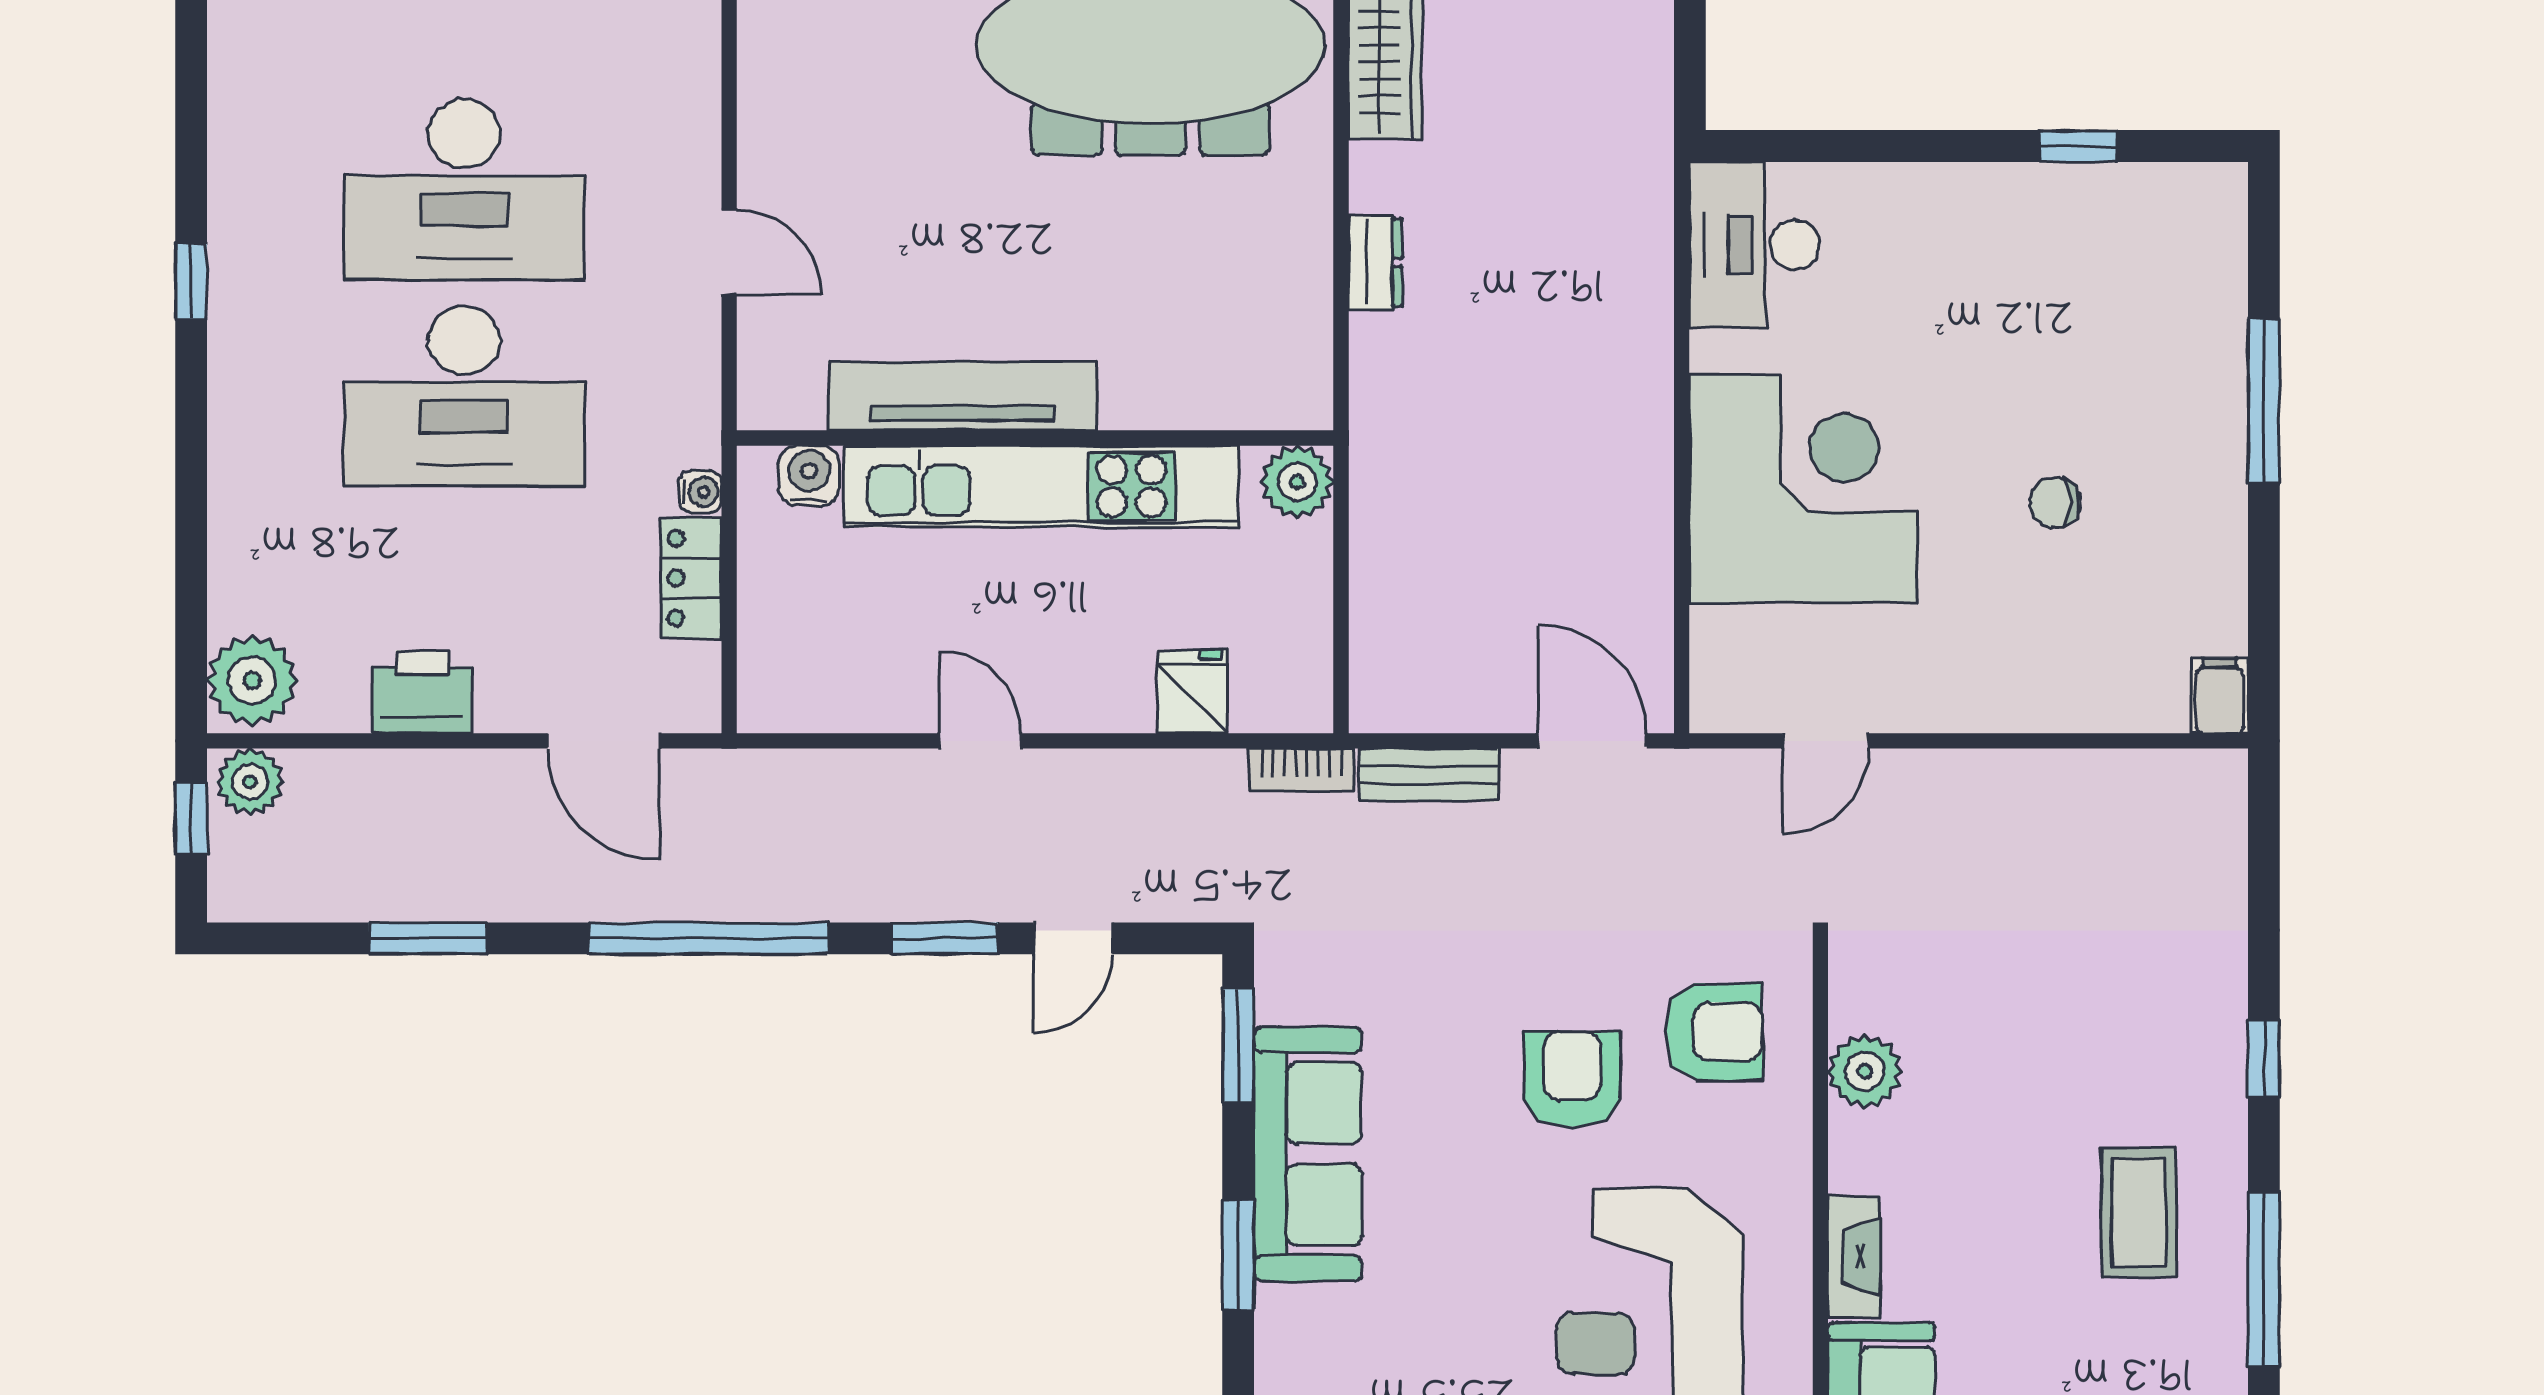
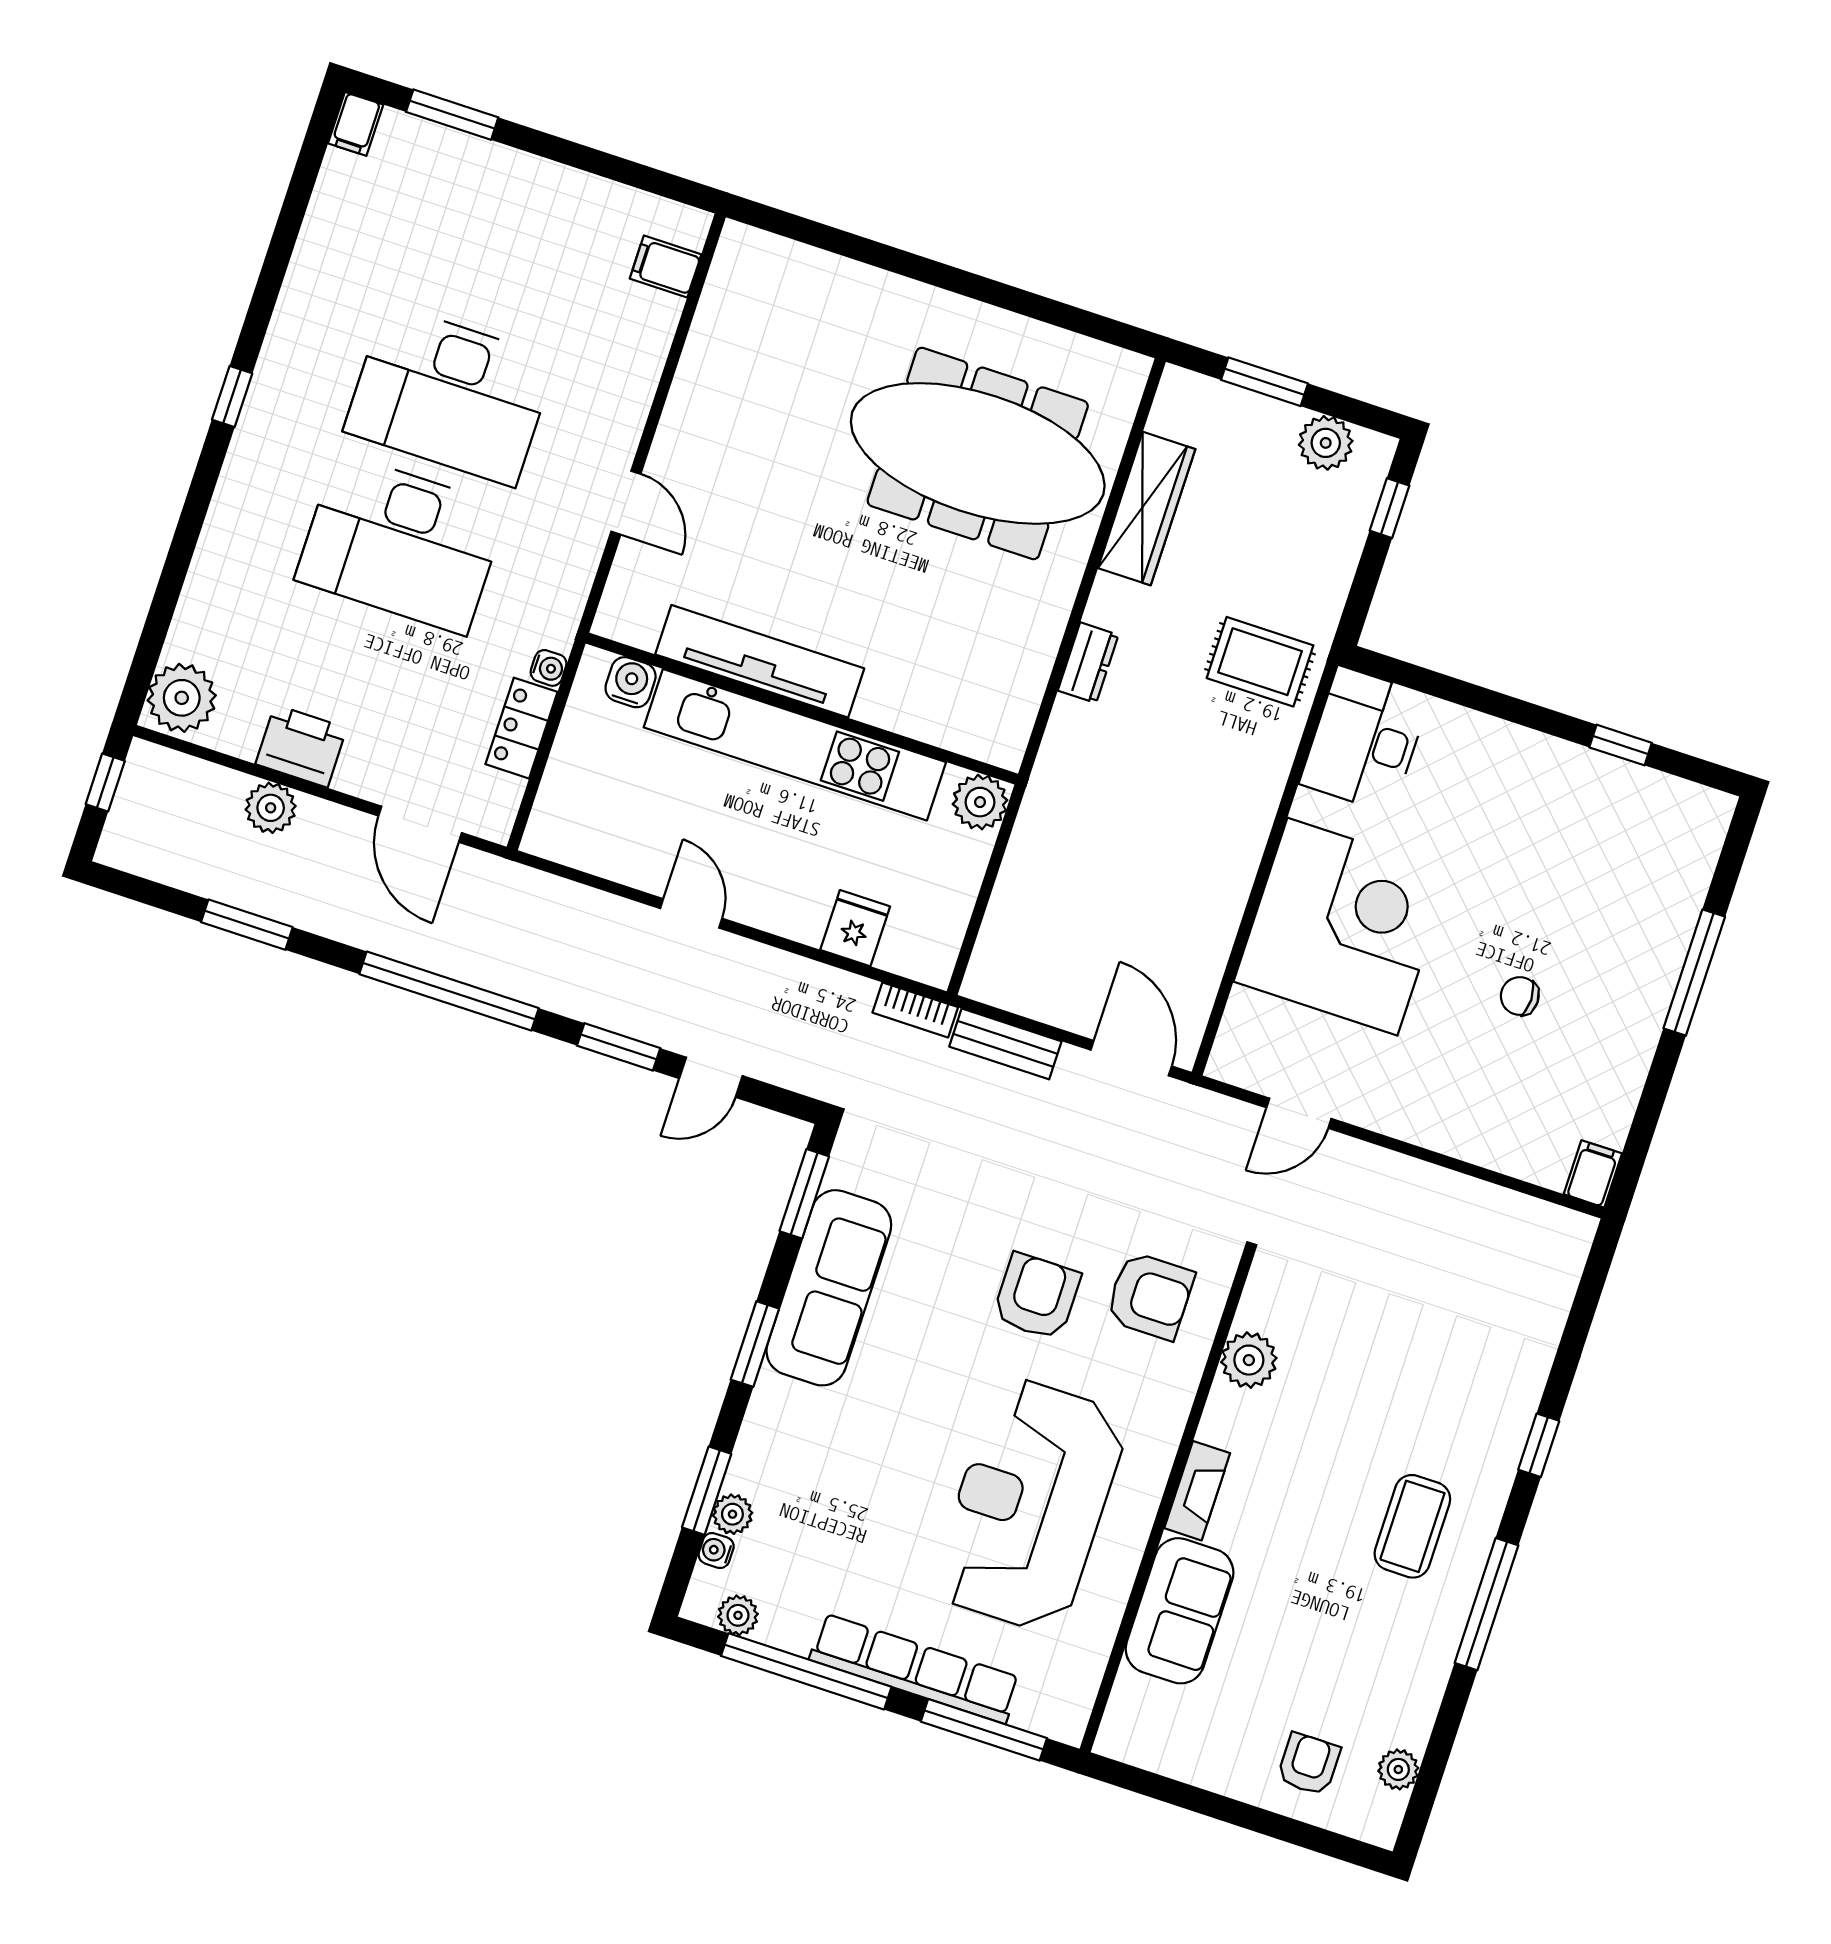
rug: (1591, 190) -> (1260, 662), added
plant: (250, 782) -> (271, 808), moved

